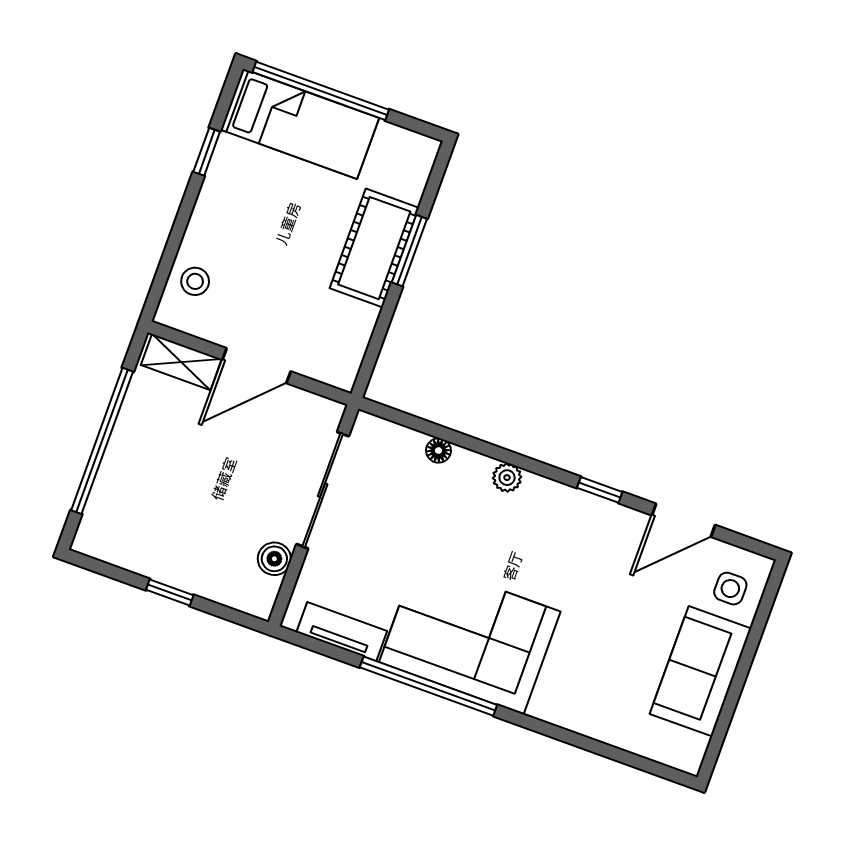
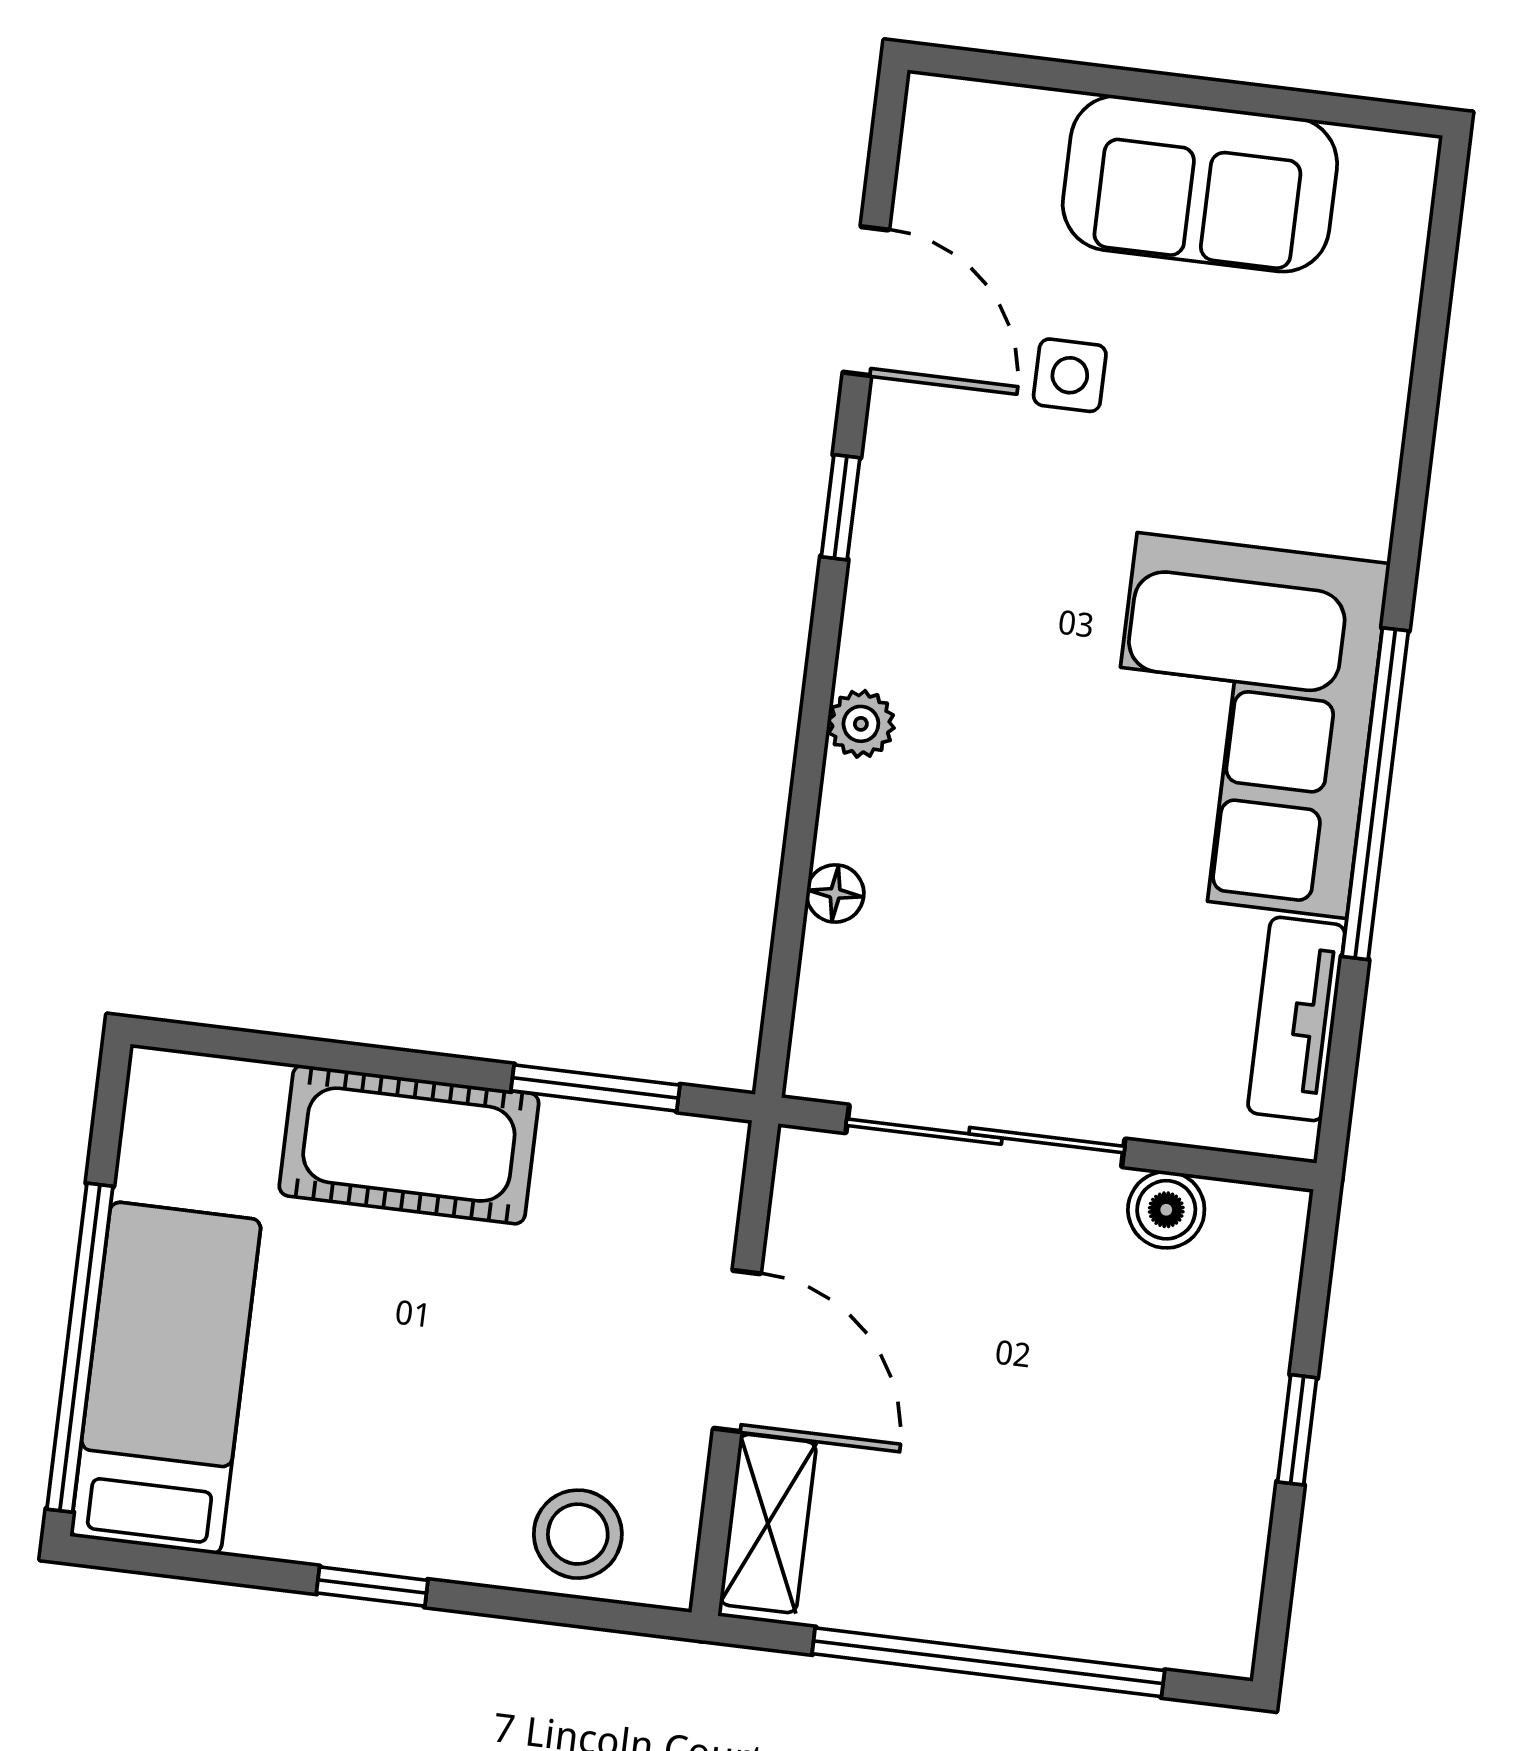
window: (207, 152) -> (372, 1587), moved
window: (409, 251) -> (595, 1088), moved
stool: (195, 281) -> (578, 1534), width x1.37, depth x1.37
side table: (730, 589) -> (1070, 375), moved

